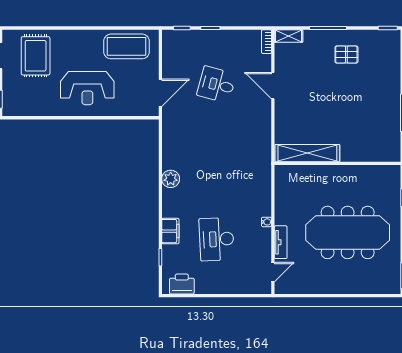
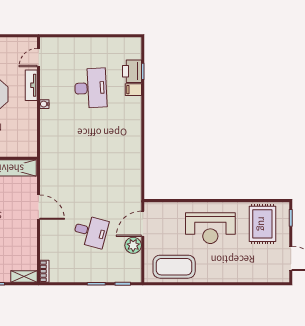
rug: (36, 56) -> (262, 224), moved
door: (273, 86) -> (38, 207), moved
reception desk: (87, 88) -> (210, 228), turned 180
plant: (171, 179) -> (133, 245), moved
filing cabinet: (170, 231) -> (133, 90), width x0.50
printer: (182, 284) -> (132, 71), moved, turned 90

